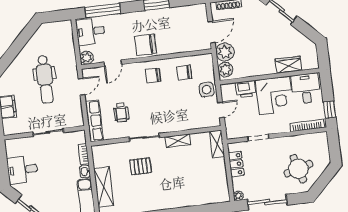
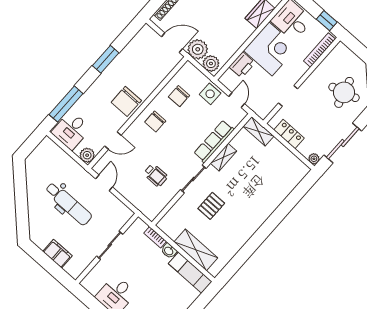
door: (211, 32) -> (172, 43), hinge flipped
door: (113, 63) -> (113, 141), hinge flipped
row of seats: (94, 121) -> (214, 141), moved, turned -90

